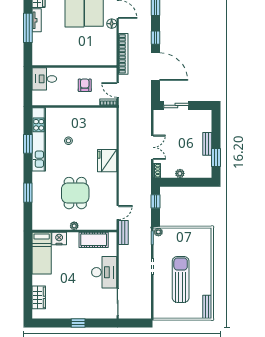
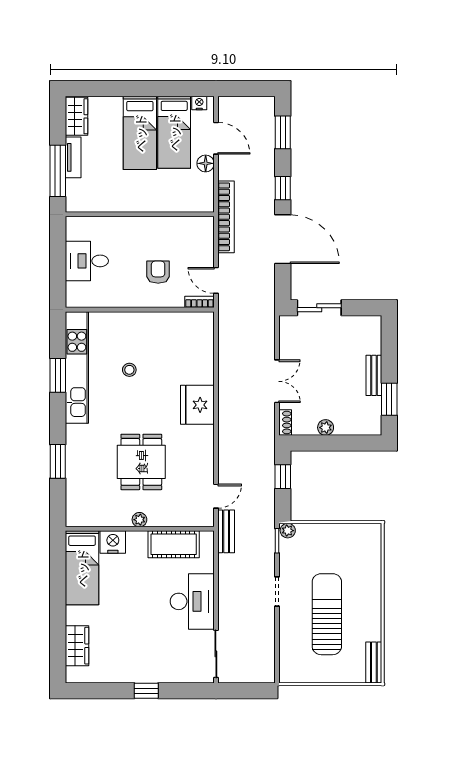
wall: (74, 67) -> (140, 214), moved

